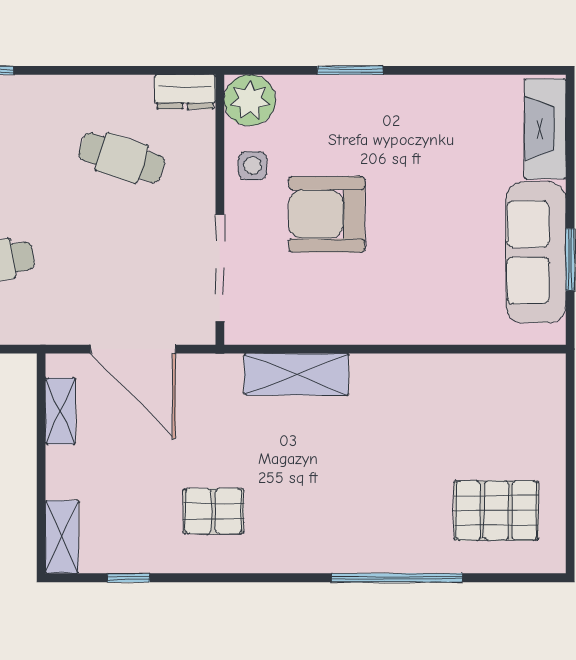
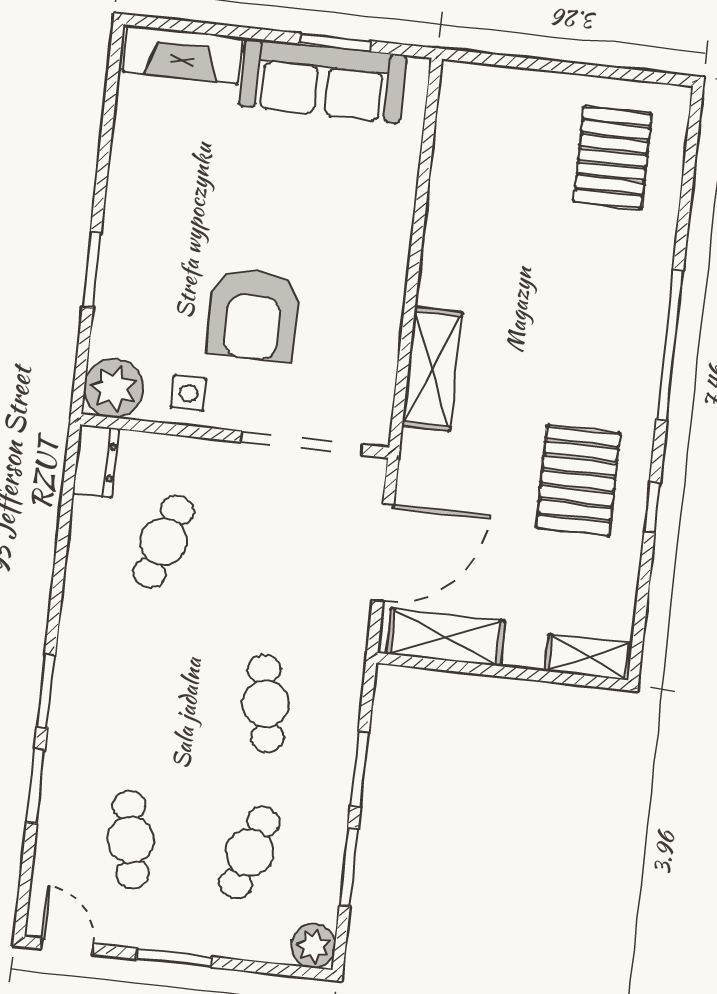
shelving: (60, 411) -> (446, 637), width x1.50, depth x1.33
pallet: (214, 511) -> (578, 481), width x1.50, depth x1.42
window: (128, 578) -> (652, 507), moved
window: (397, 578) -> (670, 345), moved

